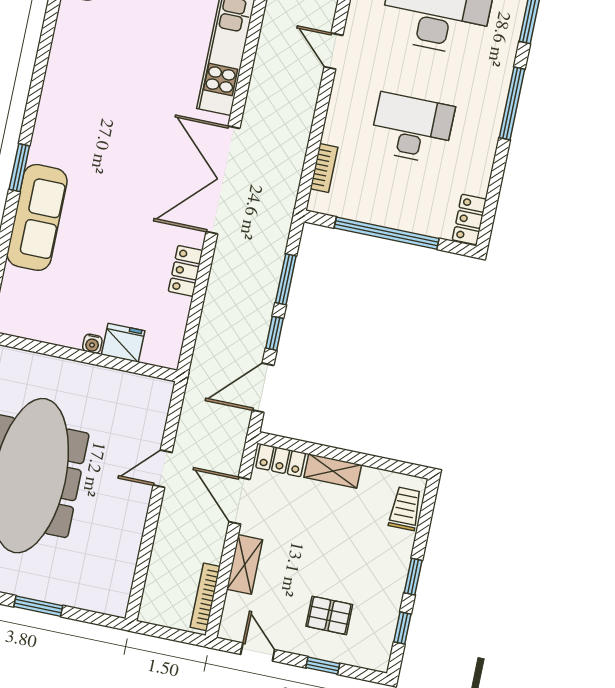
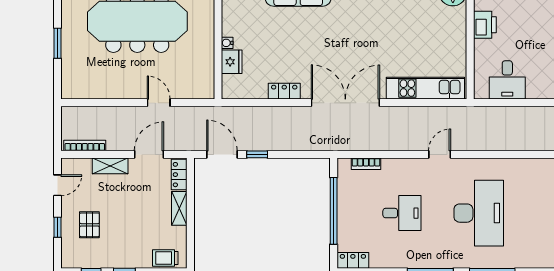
desk: (412, 128) -> (402, 213), width x0.73
window: (286, 279) -> (292, 154), removed
trolley: (405, 509) -> (165, 258), turned 180

